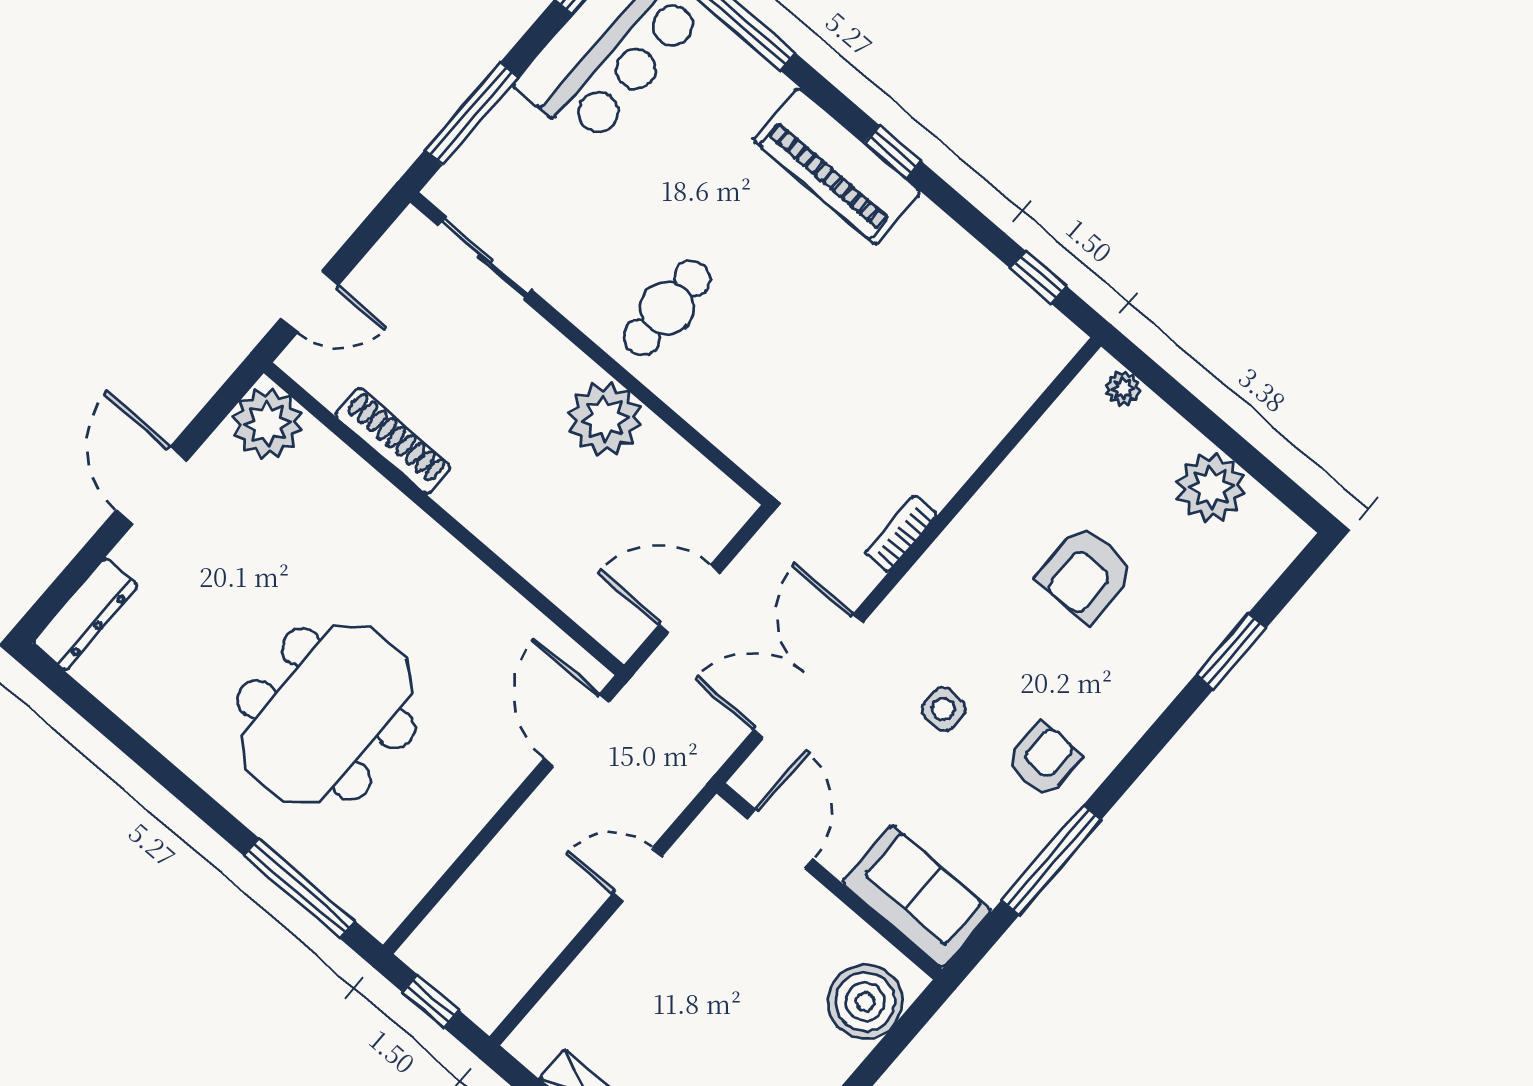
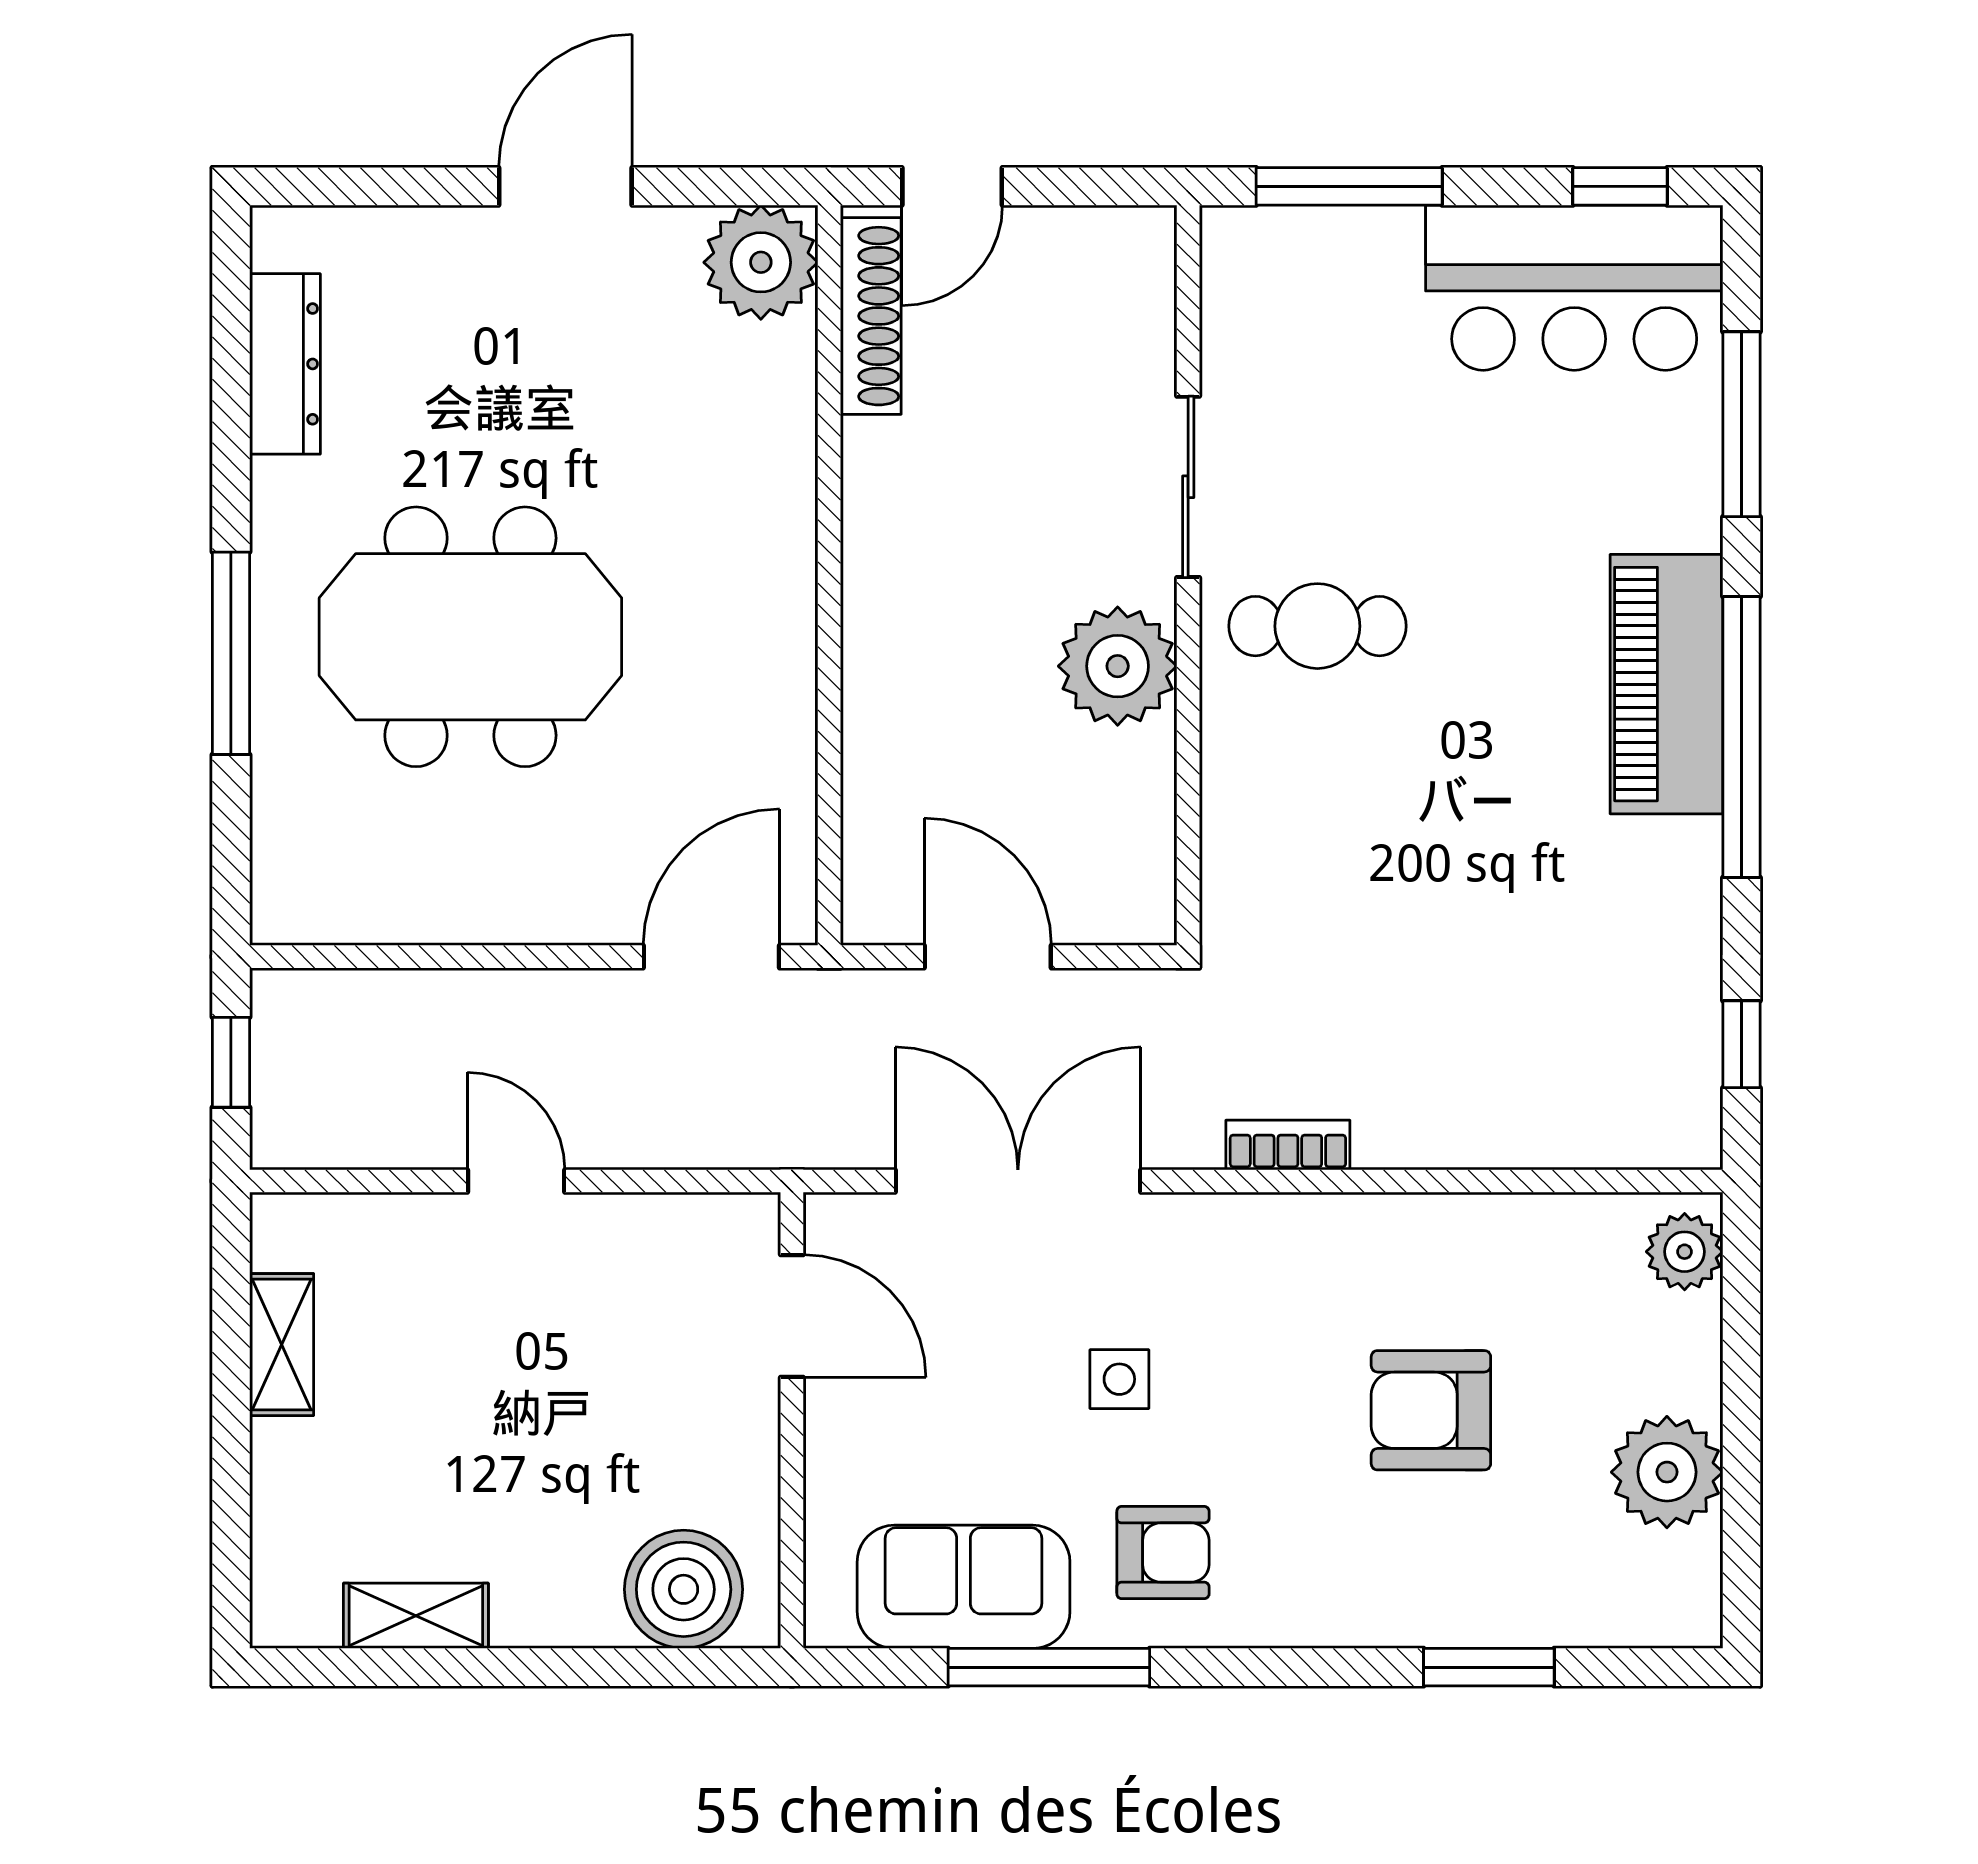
window: (893, 152) -> (1742, 737), width x3.17
sliding door: (485, 258) -> (1188, 487), moved
door: (309, 302) -> (952, 186), hinge flipped
plant: (1123, 388) -> (1685, 1252), width x1.38, depth x1.38
shoe rack: (393, 441) -> (871, 316), moved
dresser: (85, 614) -> (285, 364), moved, turned -90
door: (780, 839) -> (792, 1316), hinge flipped
door: (637, 875) -> (516, 1181), moved
window: (300, 889) -> (231, 653), moved
sofa: (917, 896) -> (964, 1587), moved, turned -90

